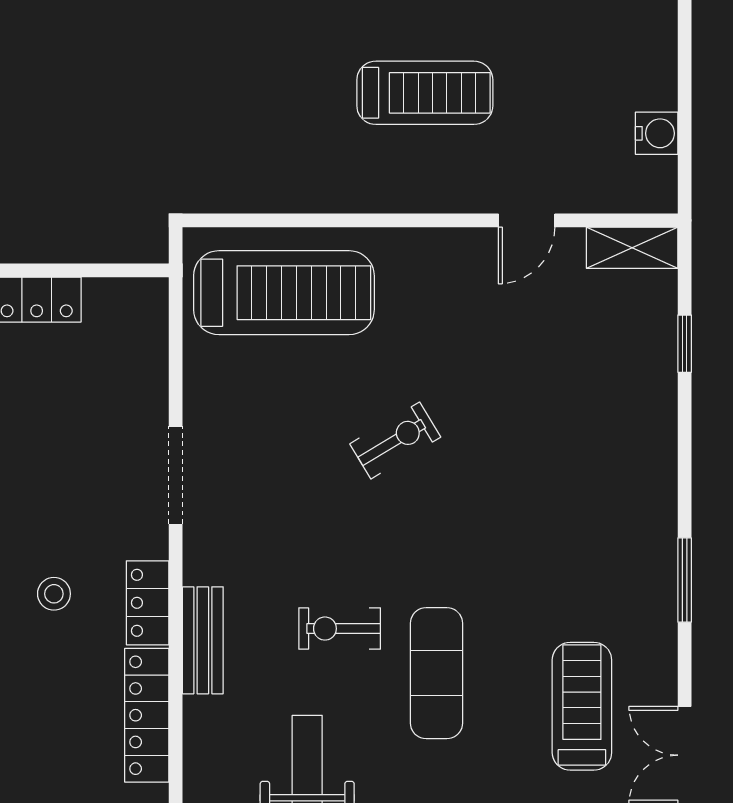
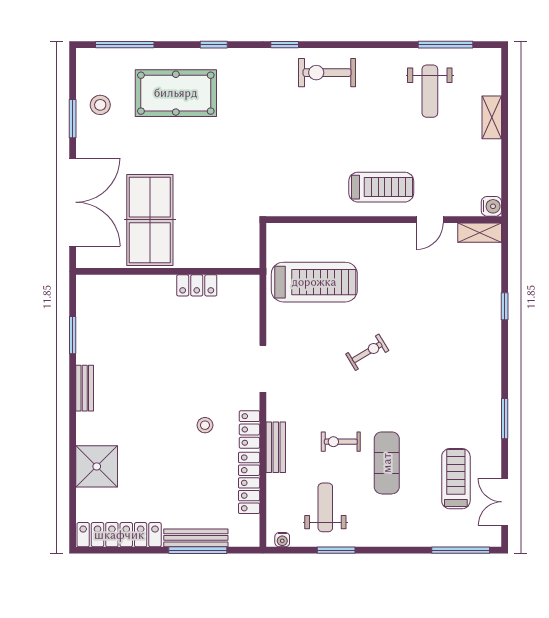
wall: (430, 220) -> (384, 220), moved
door: (527, 220) -> (430, 220), moved
shelving: (632, 248) -> (480, 233), moved

